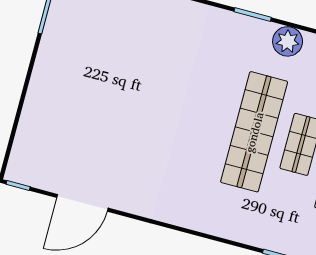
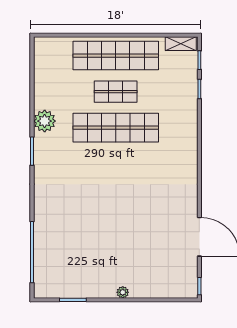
plant: (37, 83) -> (123, 292), added

